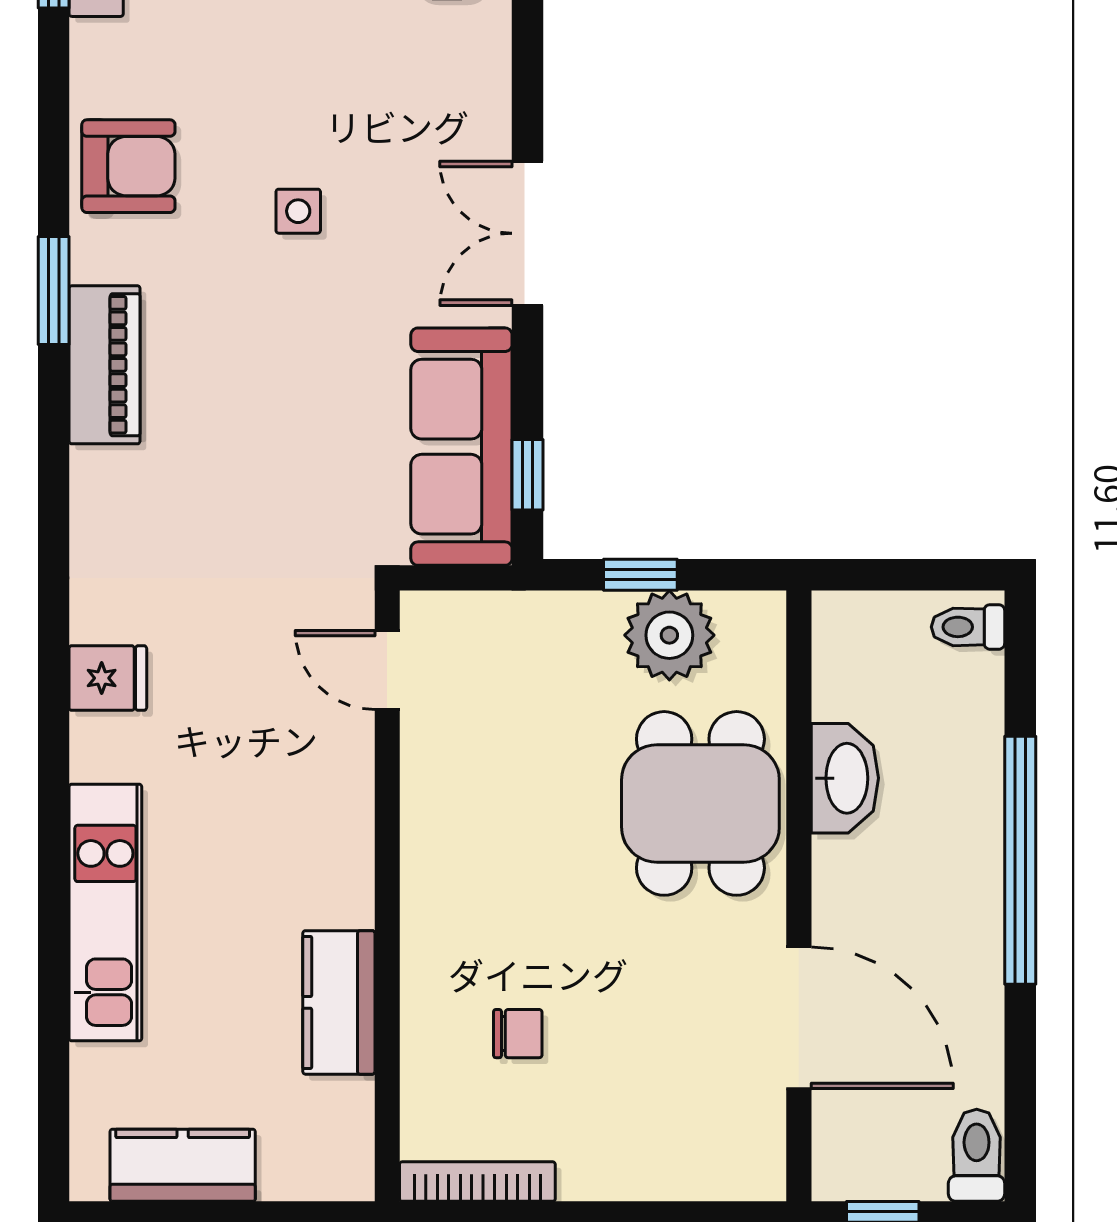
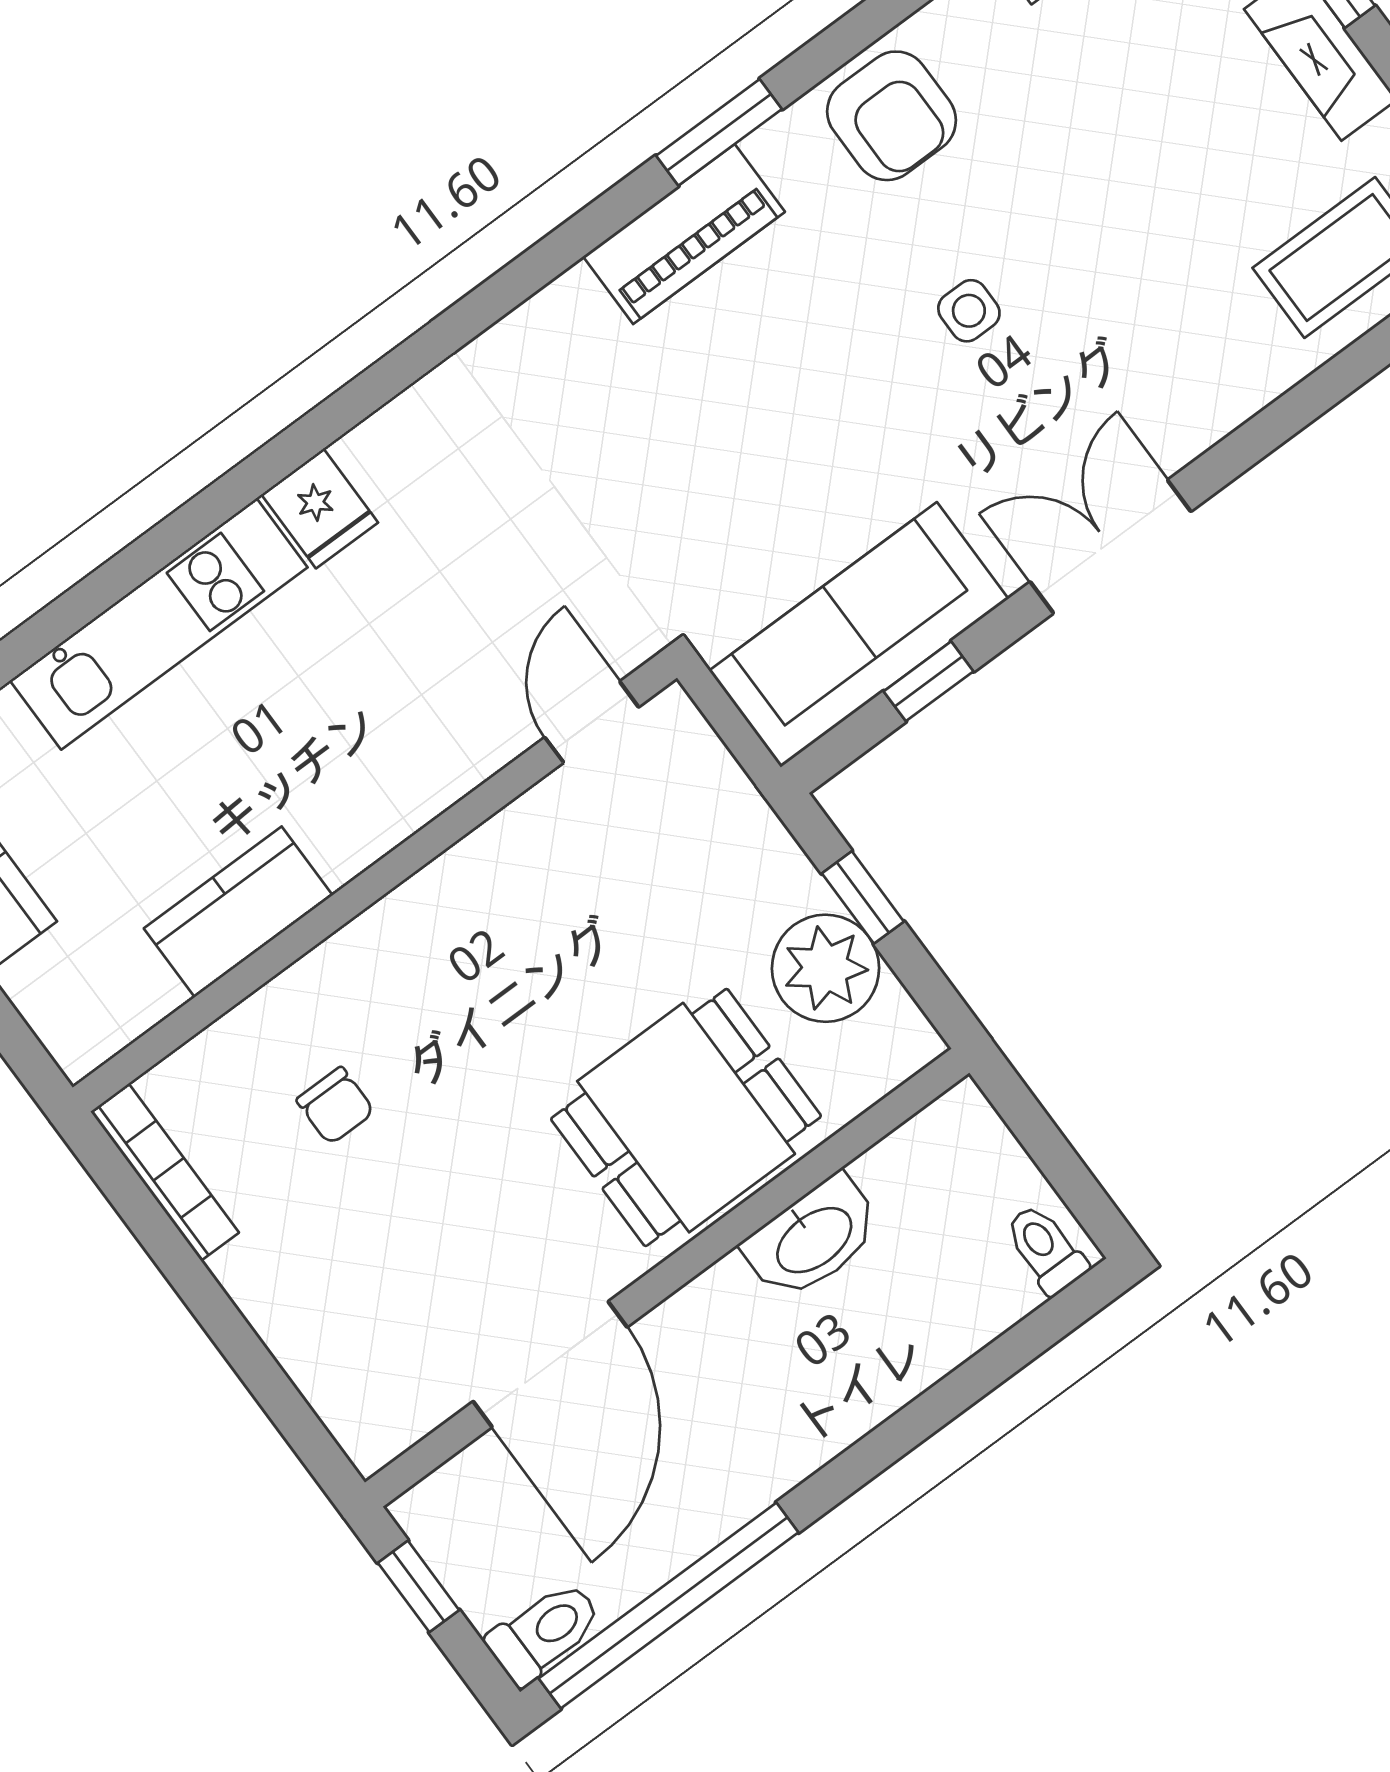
window: (528, 475) -> (929, 681), moved
fridge: (108, 678) -> (320, 508), moved
window: (1020, 860) -> (669, 1605), moved

